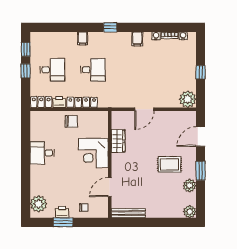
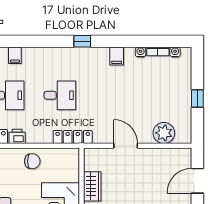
filing cabinet: (83, 38) -> (15, 55), moved
plant: (188, 99) -> (164, 133), moved
locker: (82, 102) -> (73, 137), moved
door: (144, 109) -> (126, 146), swing flipped

